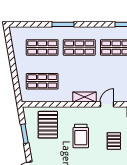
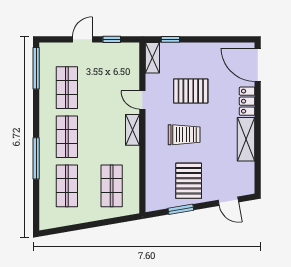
window: (63, 24) -> (36, 158), width x1.44
pallet: (48, 125) -> (189, 181), moved, turned 90
pallet: (114, 141) -> (191, 91), width x1.50, depth x1.42

